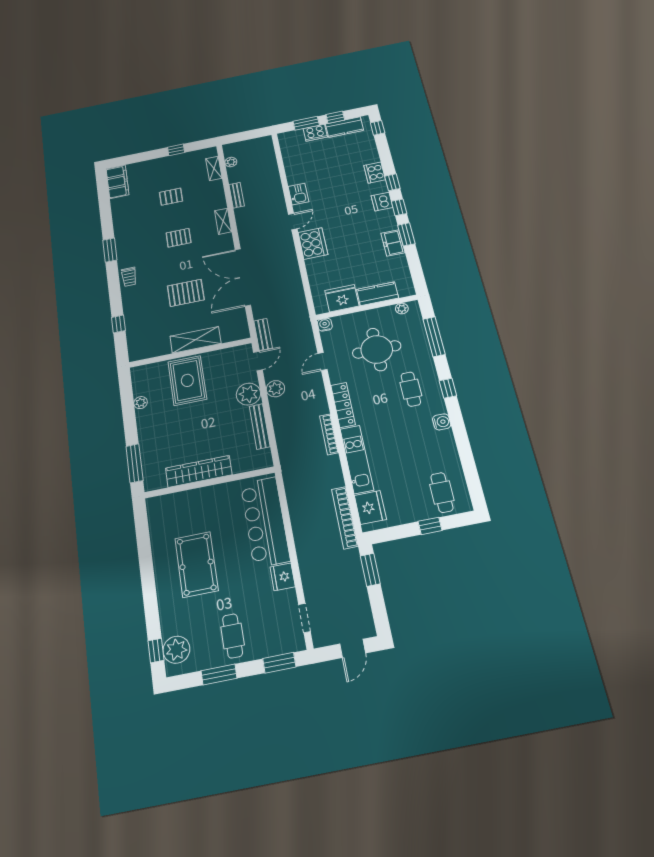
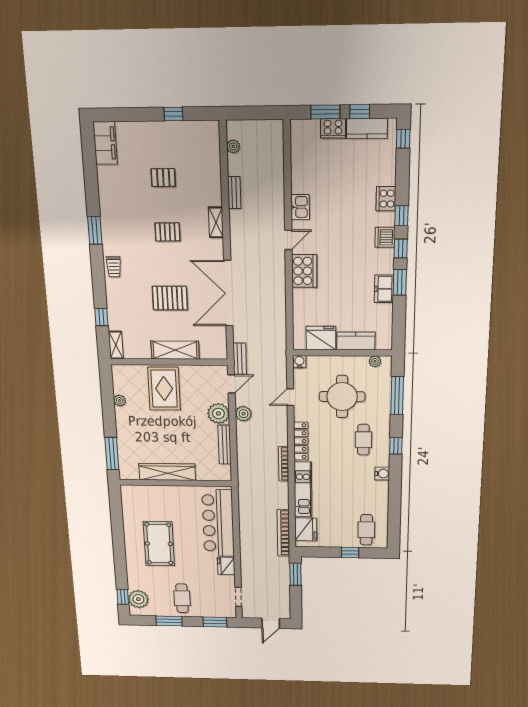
shelving: (214, 168) -> (116, 345), moved

